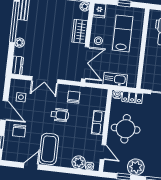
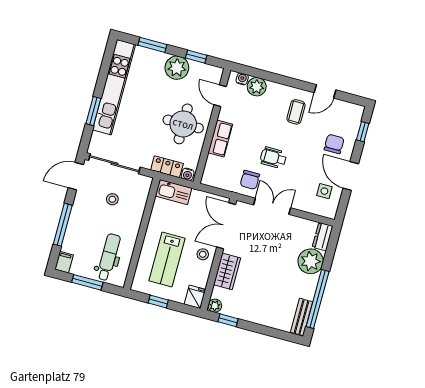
plant: (20, 43) -> (311, 261), width x1.87, depth x1.87
double door: (45, 80) -> (272, 206), moved
kitchen sink: (115, 80) -> (174, 192), moved
coffee table: (49, 149) -> (296, 112), width x0.54, depth x0.58

